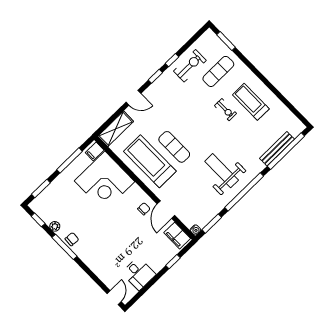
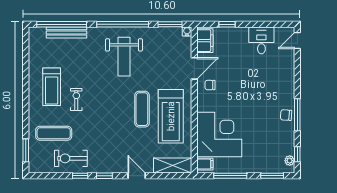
plant: (55, 226) -> (290, 161), moved

